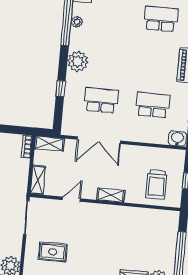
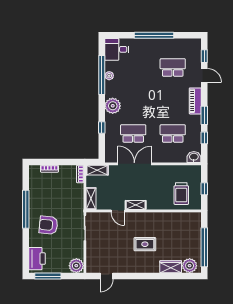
double door: (99, 140) -> (134, 164), swing flipped
shelving: (111, 195) -> (136, 205), moved
door: (71, 199) -> (118, 211), swing flipped
rug: (53, 252) -> (145, 244), moved

